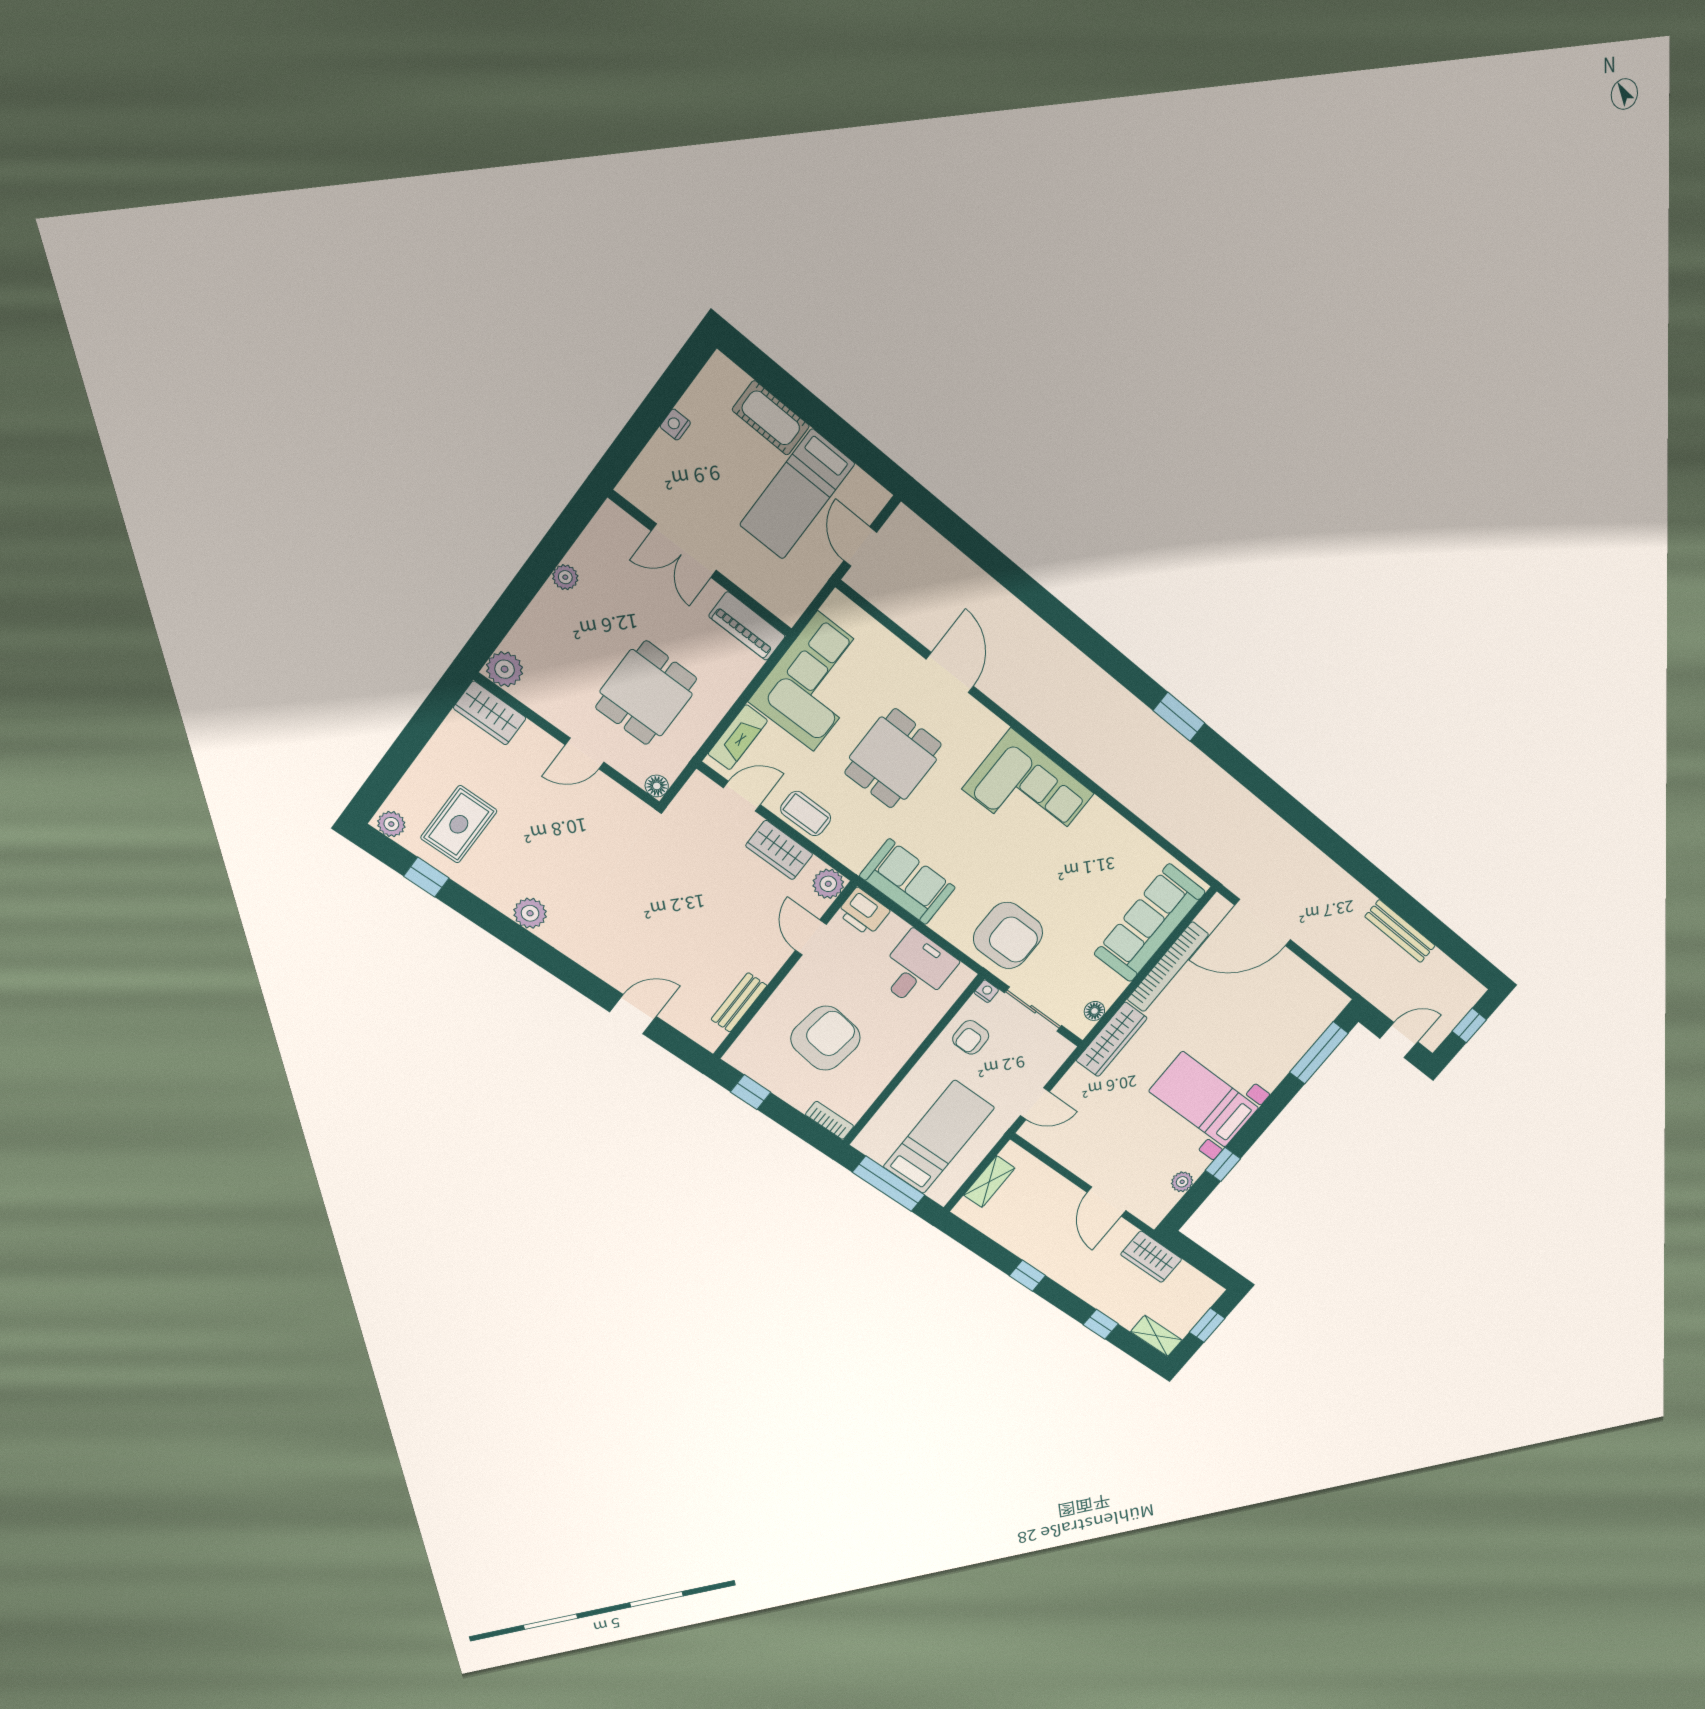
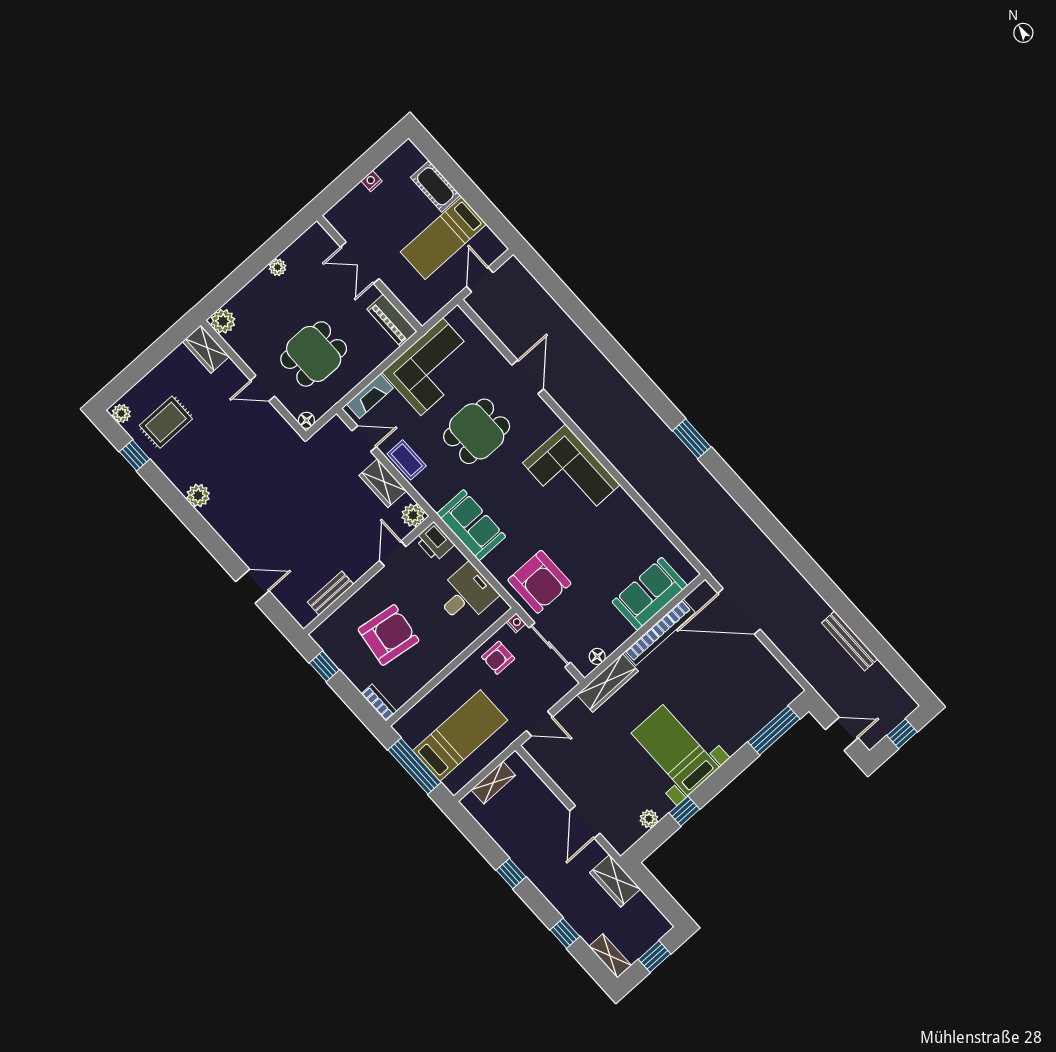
sofa: (1150, 923) -> (650, 594), width x0.73

